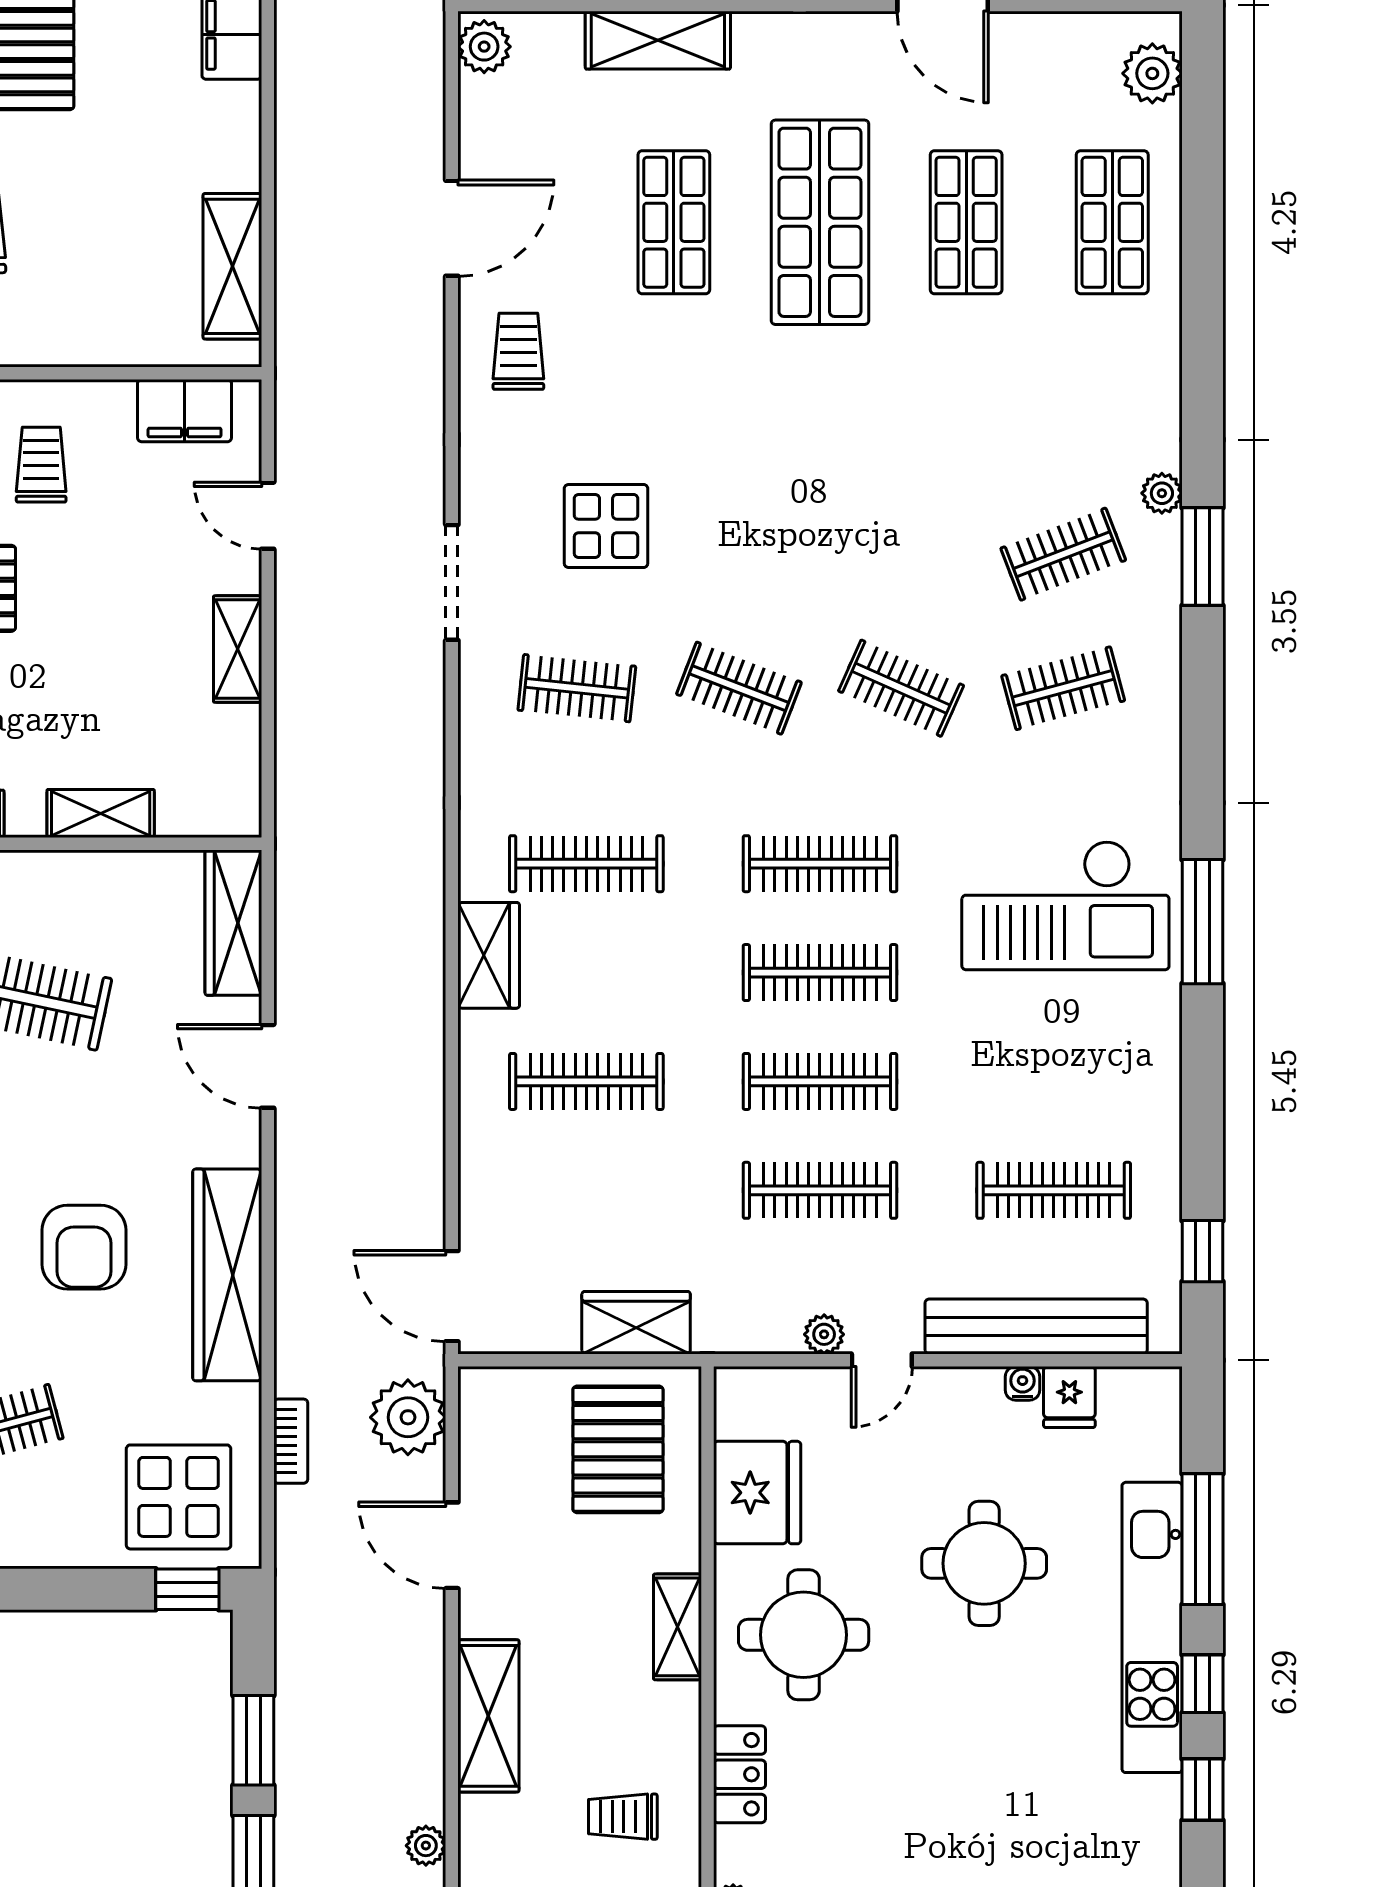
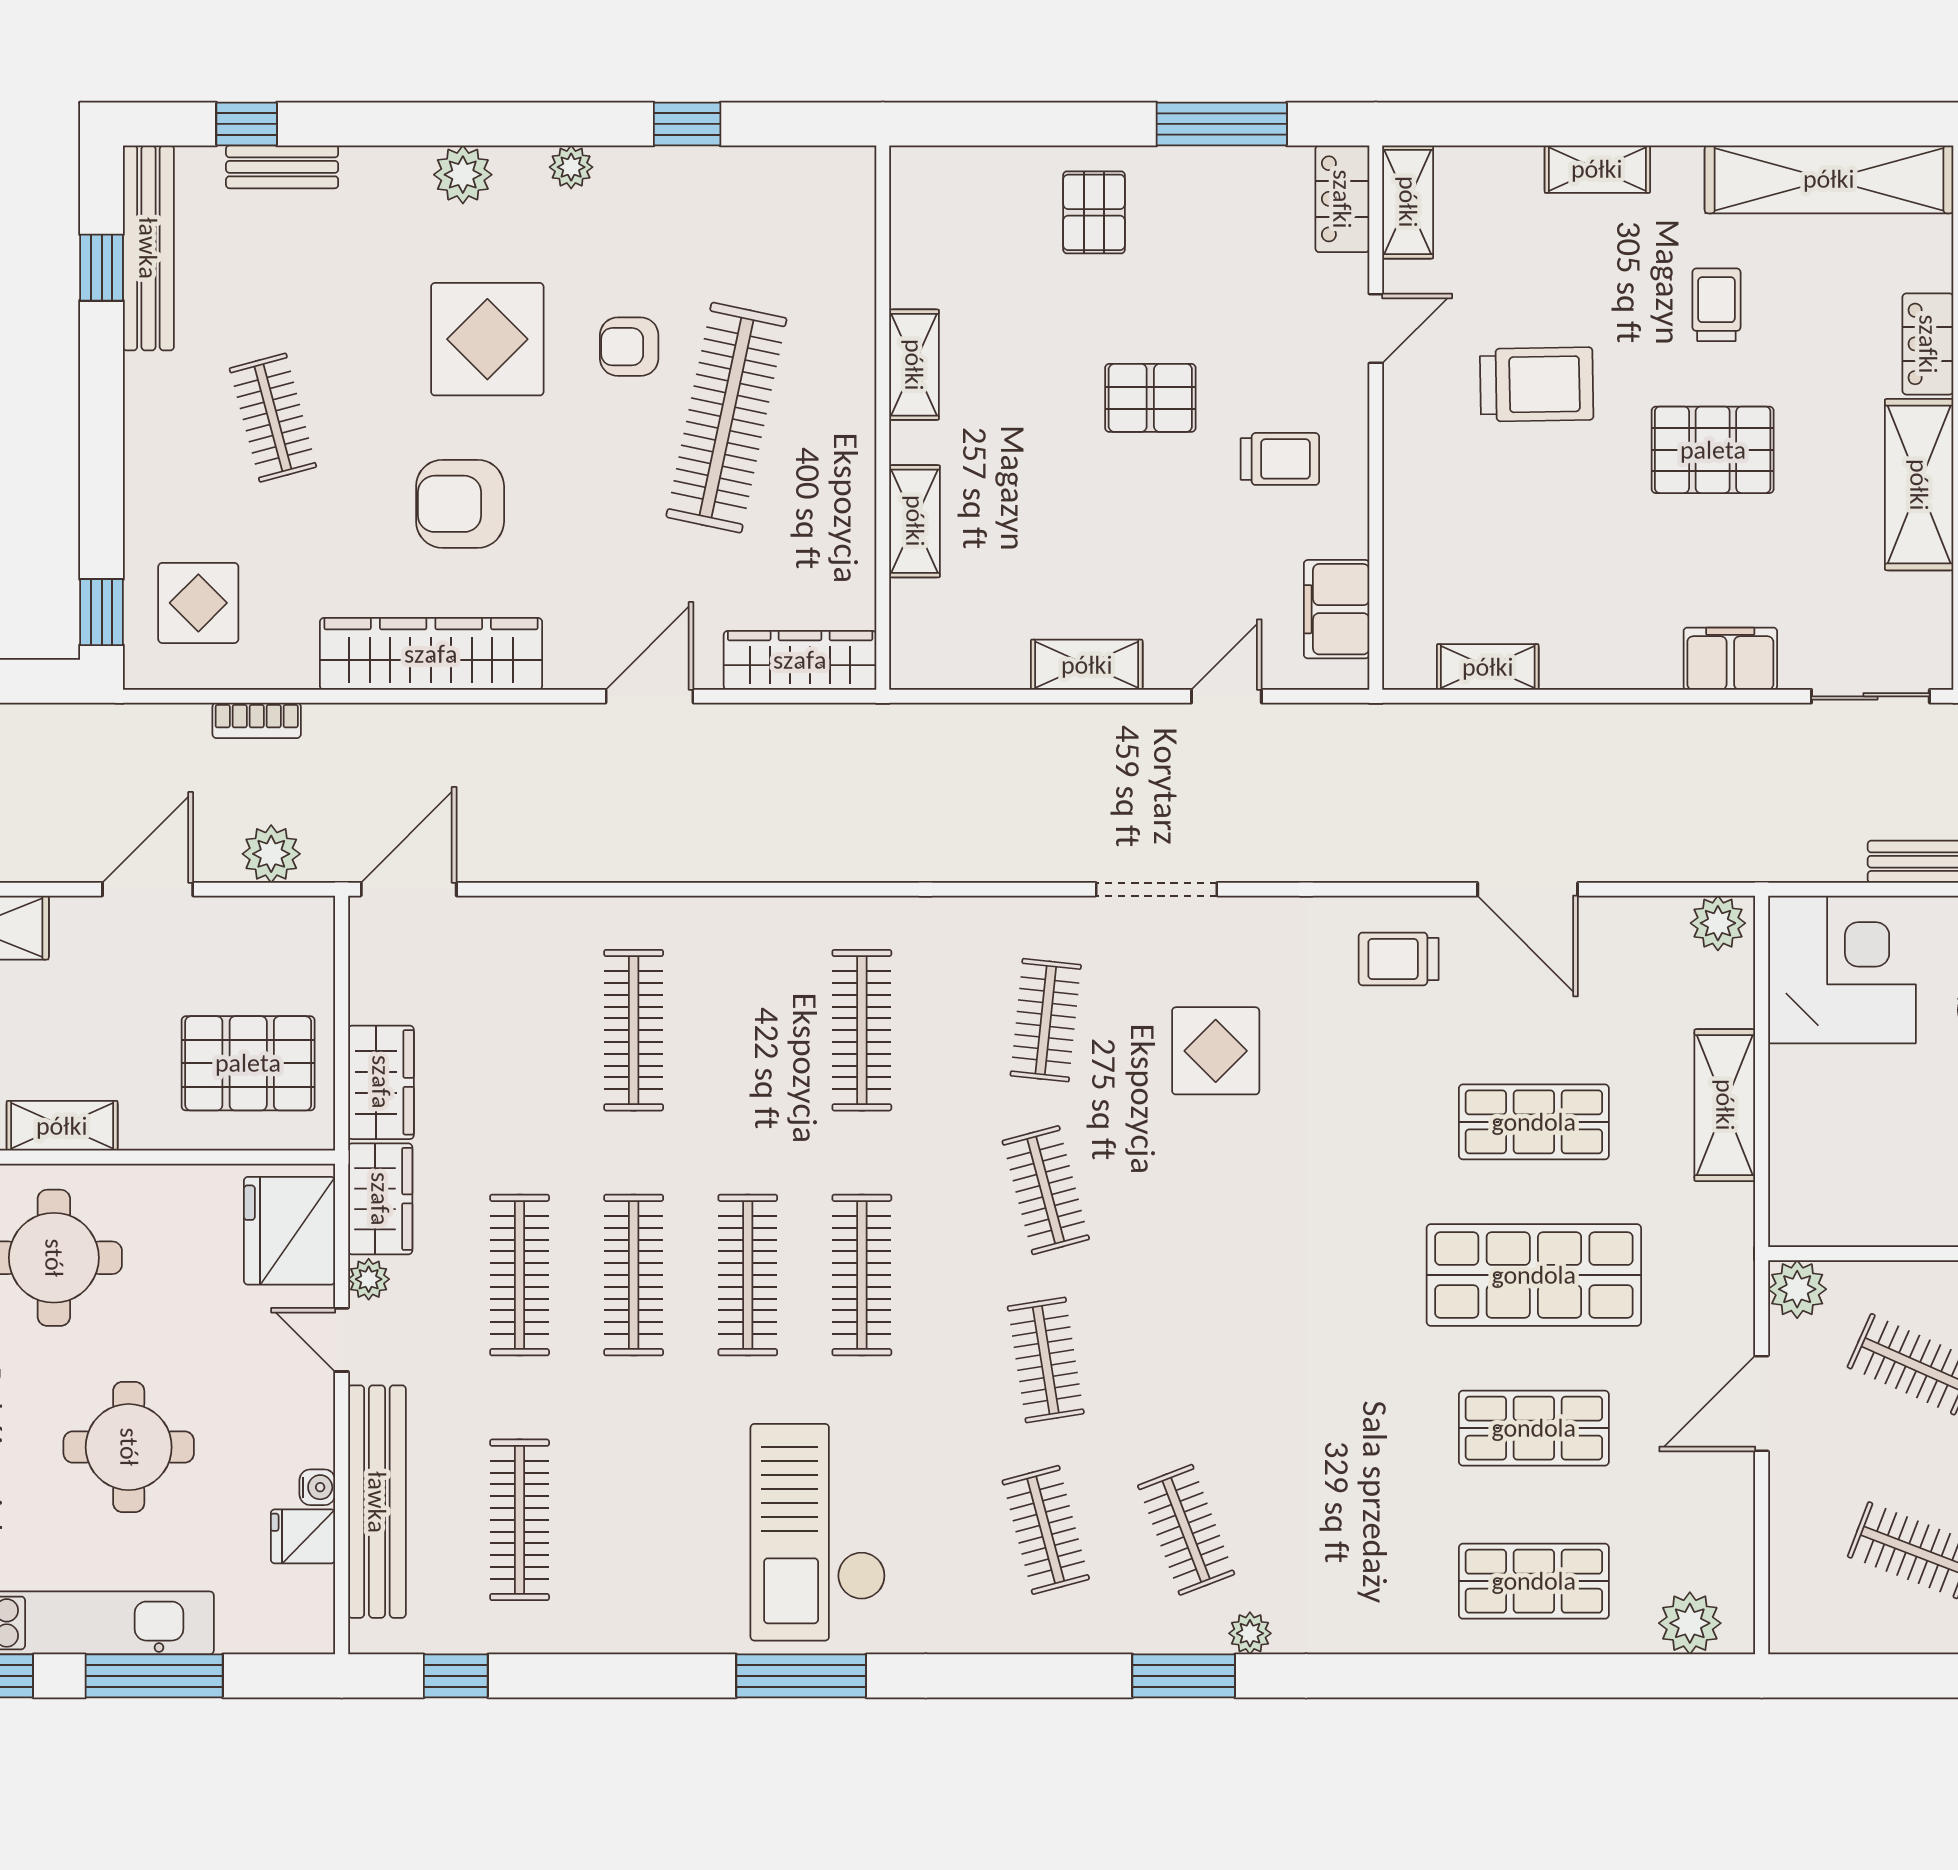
shelving: (232, 266) -> (1488, 667), width x0.67, depth x0.75
trolley: (518, 351) -> (1399, 959), turned 180
clothes rail: (739, 688) -> (1046, 1190), turned -36
clothes rail: (901, 688) -> (1046, 1360), turned -33
wardrobe: (489, 955) -> (380, 1199), moved, turned -90
plant: (408, 1417) -> (271, 854), width x0.73, depth x0.73
fridge: (757, 1493) -> (290, 1231), moved, turned 90
display table: (179, 1497) -> (198, 603), width x0.73, depth x0.73

